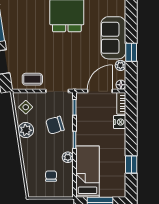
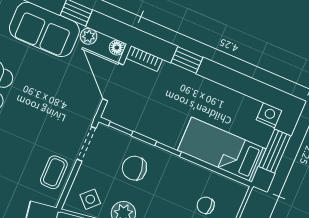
nightstand: (120, 122) -> (269, 115), moved
chair: (55, 125) -> (134, 168), turned 97
plant: (68, 157) -> (189, 169), removed
window: (131, 164) -> (187, 60), moved

